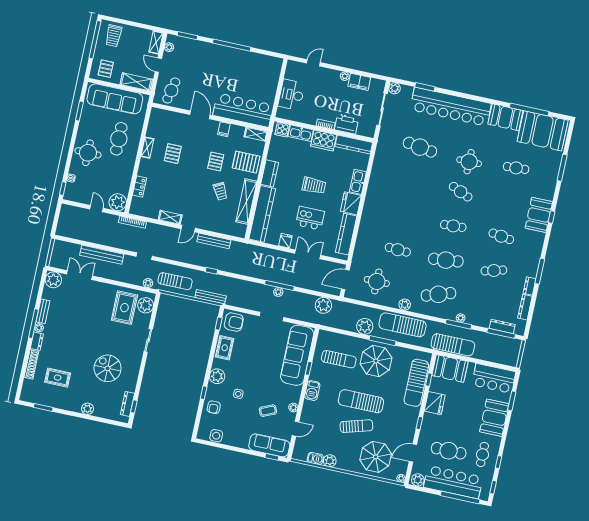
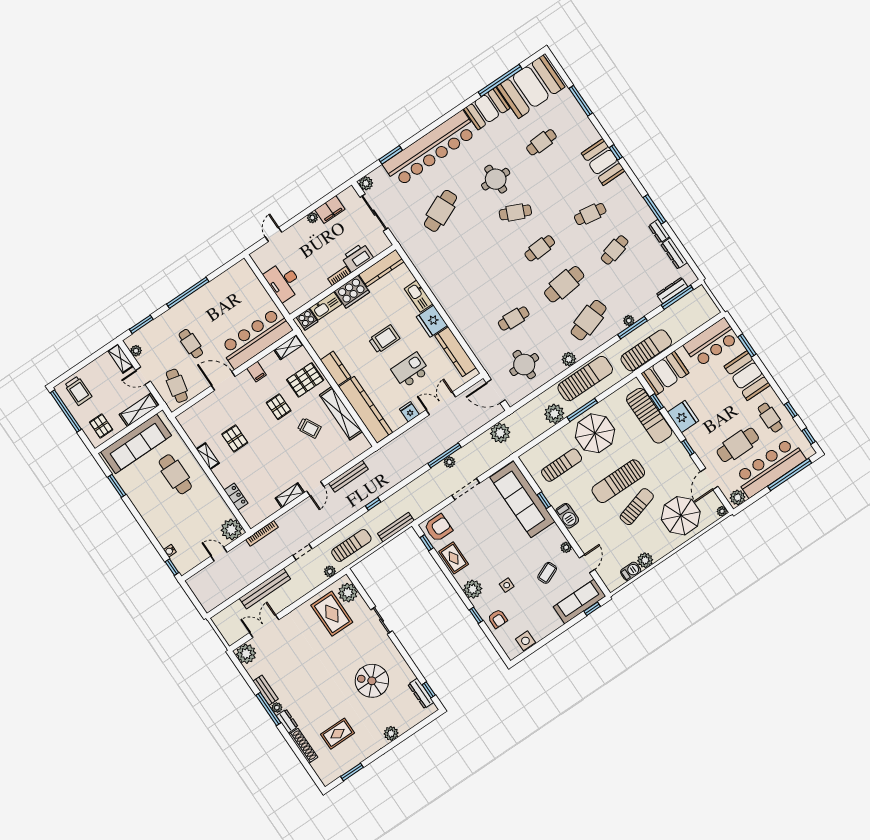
cafe table: (204, 75) -> (191, 344), added
cafe table: (420, 147) -> (440, 211), turned -33
round table: (88, 153) -> (162, 514), removed
door: (345, 280) -> (496, 391), hinge flipped
sun lounger: (402, 325) -> (585, 379), turned 180

